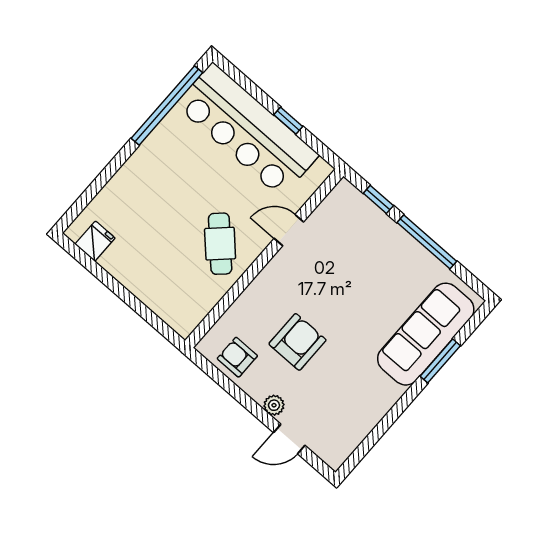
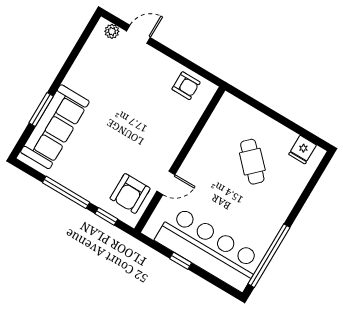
cafe table: (220, 244) -> (252, 162), moved
armchair: (298, 342) -> (130, 193), moved
plant: (274, 405) -> (112, 31), moved

